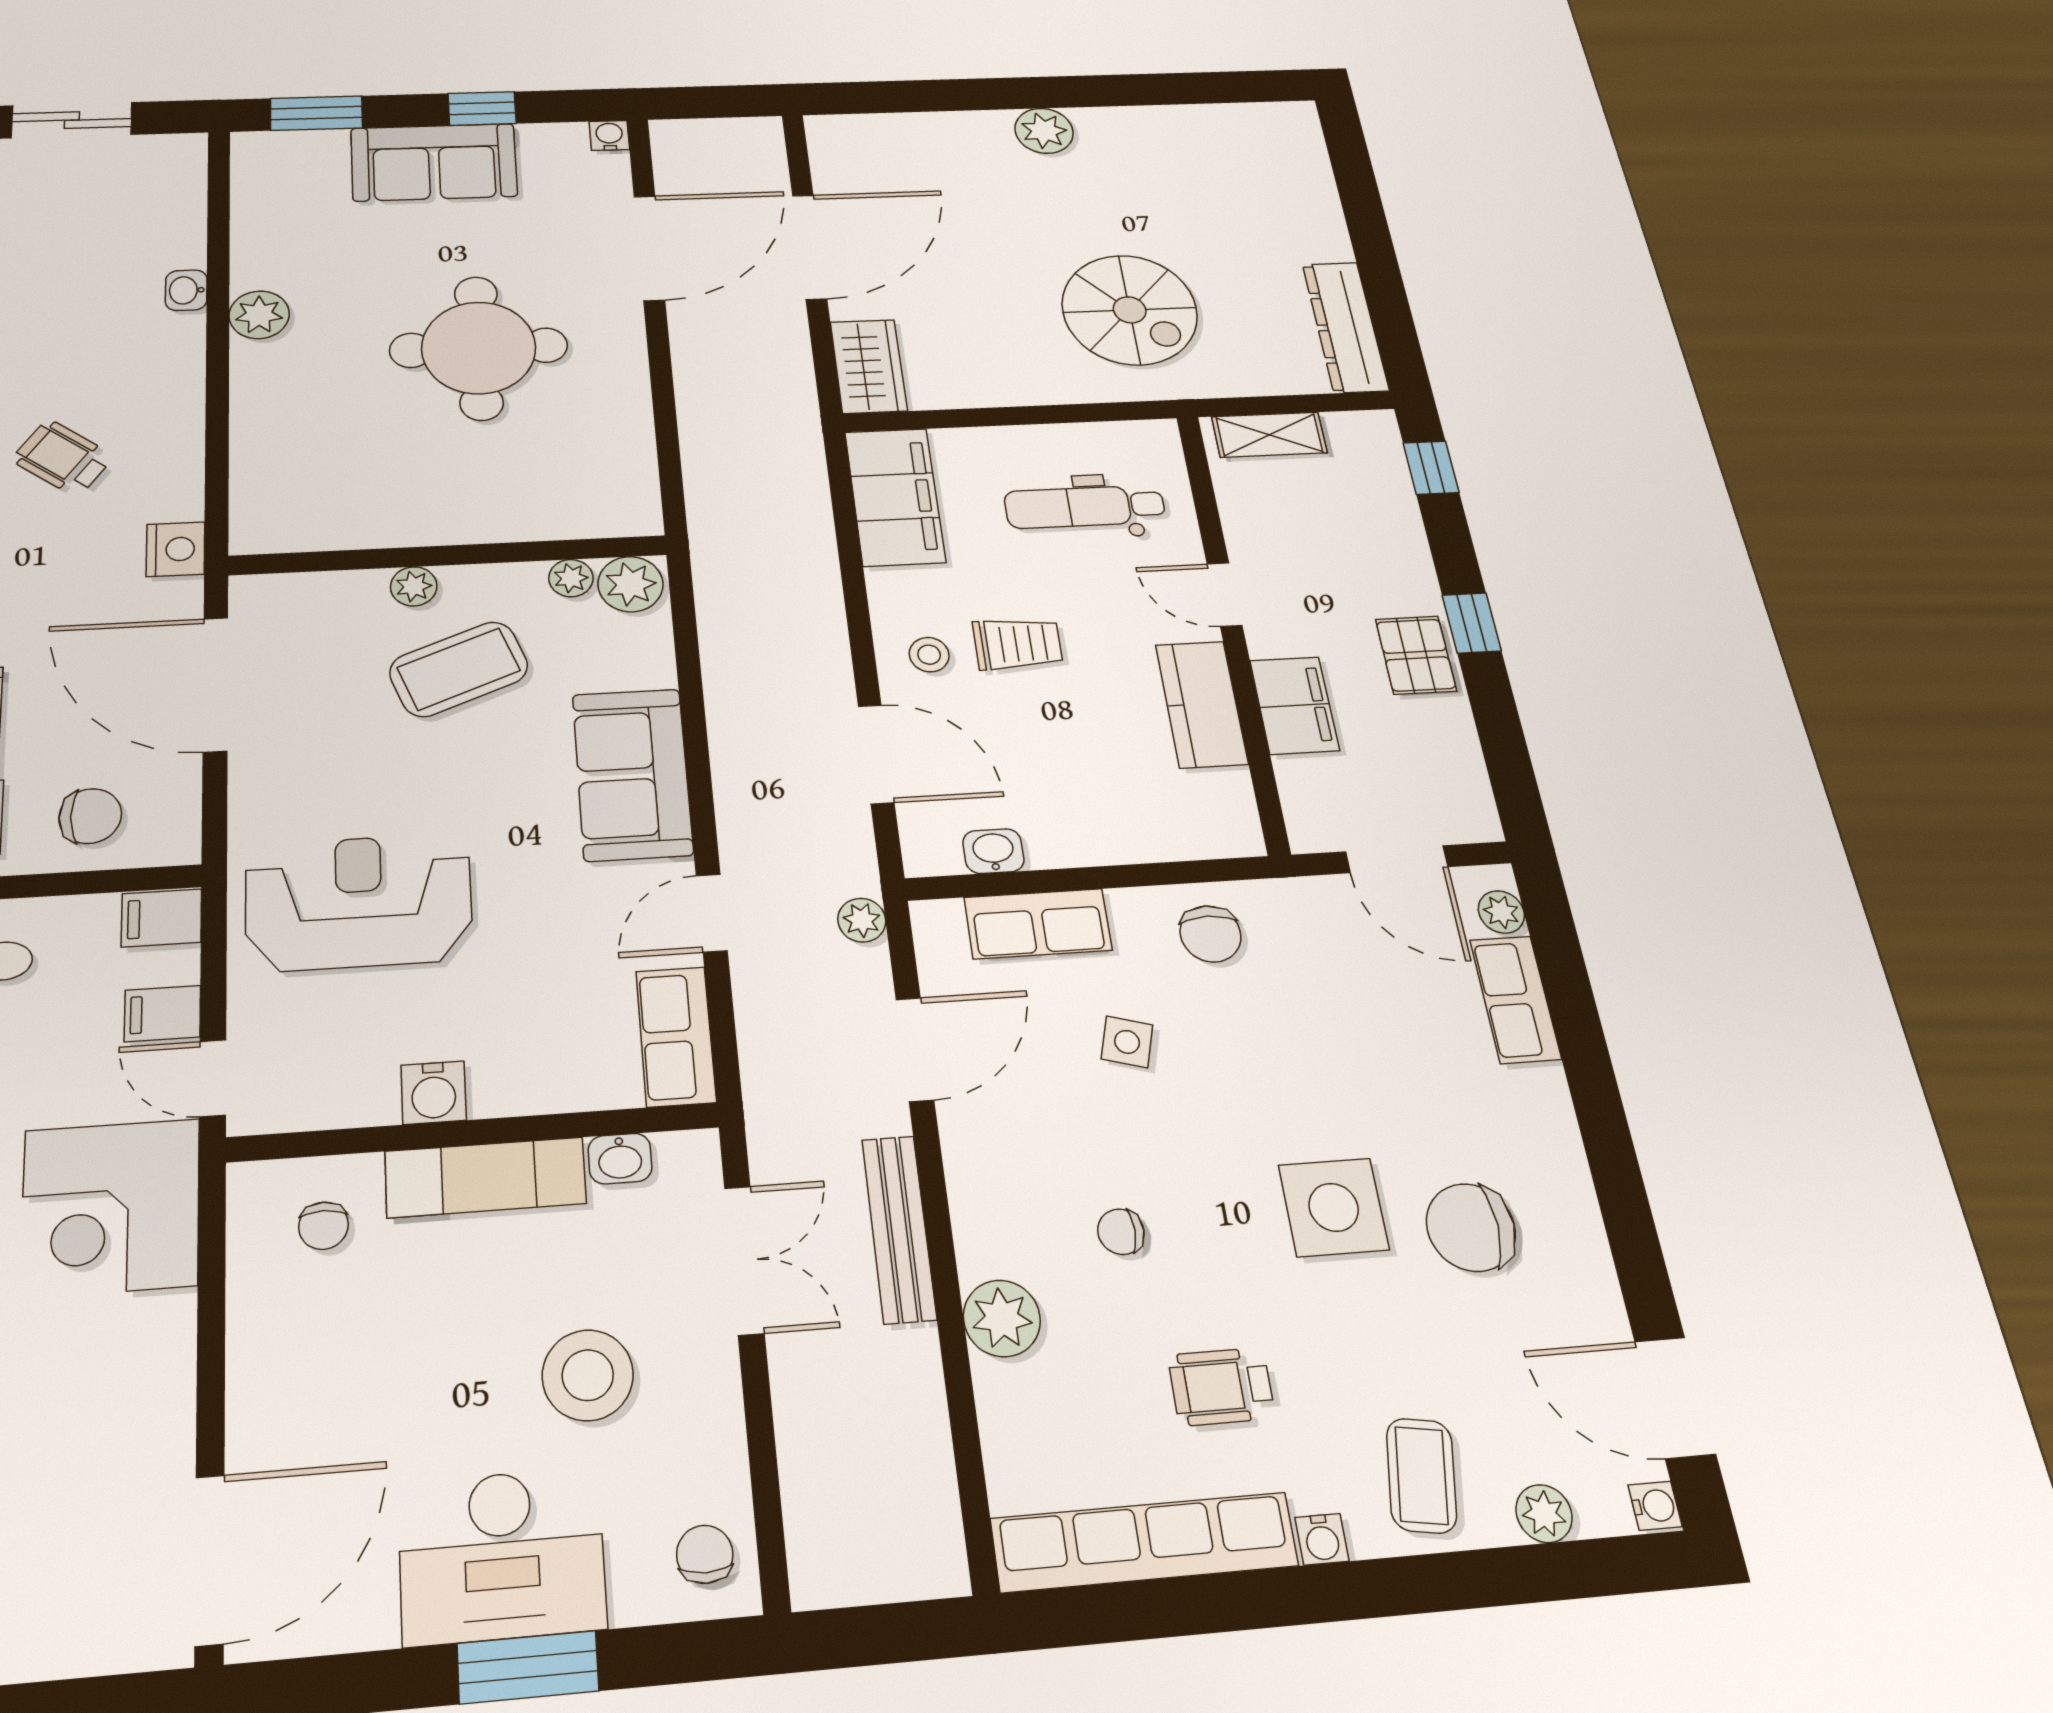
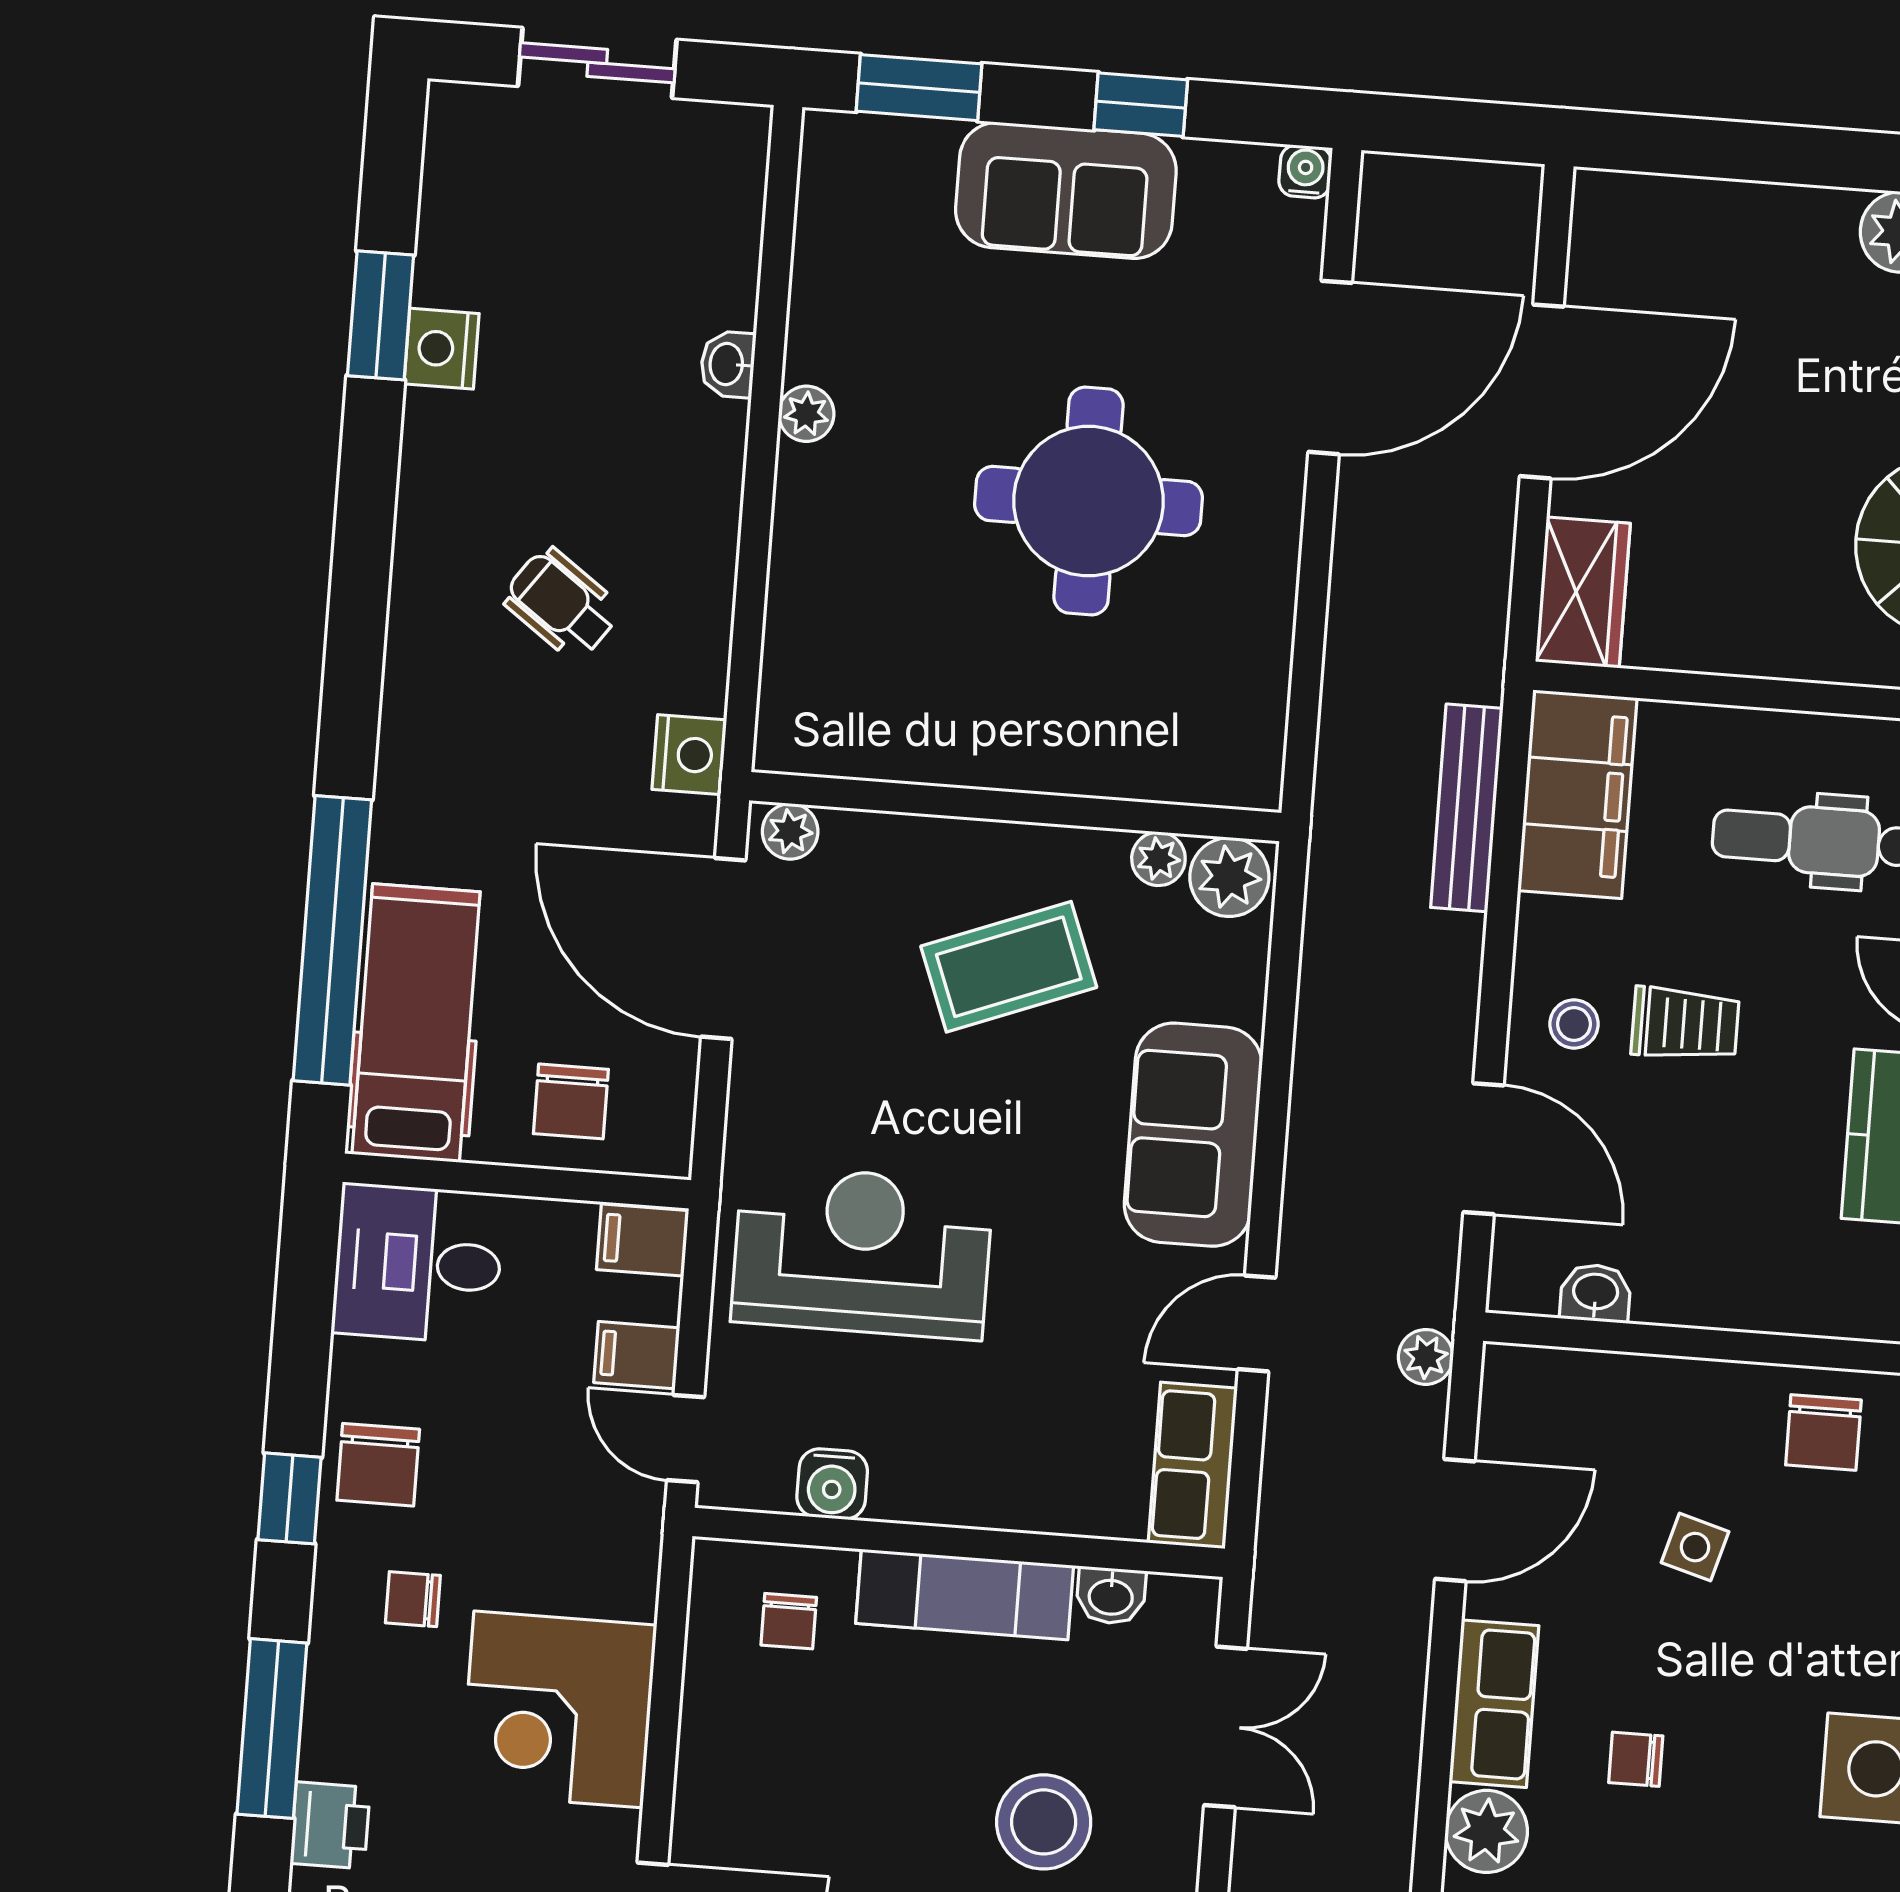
plant: (259, 315) -> (806, 414), width x0.73, depth x0.73
plant: (414, 586) -> (790, 831), moved
chair: (90, 816) -> (571, 1101), turned 90
row of seats: (1038, 924) -> (1494, 1704), moved, turned -90
water cooler: (434, 1093) -> (832, 1484), moved
corner desk: (111, 1207) -> (558, 1709), moved
bench: (899, 1229) -> (1467, 808), moved

